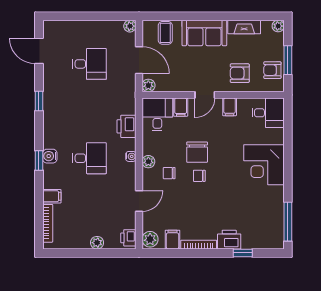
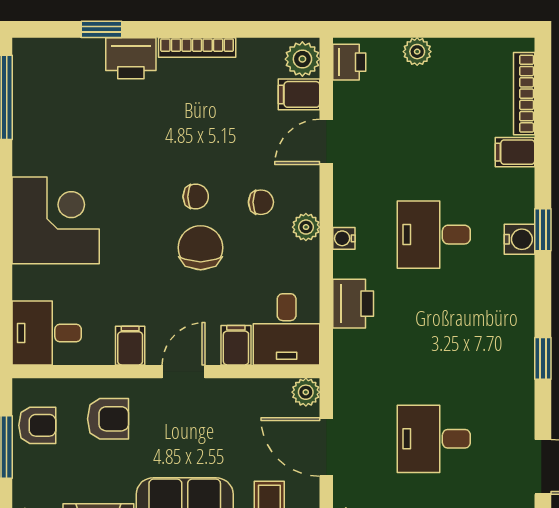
filing cabinet: (173, 240) -> (299, 94), moved, turned 90

